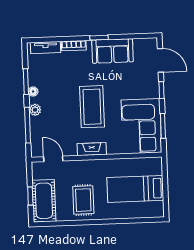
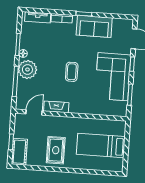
coffee table: (92, 107) -> (72, 72), width x0.54, depth x0.58
plant: (35, 110) -> (27, 69), width x1.87, depth x1.87
corner sofa: (141, 126) -> (113, 77), moved
fireplace: (92, 149) -> (56, 107), moved
door: (53, 159) -> (34, 112), hinge flipped
cot: (44, 201) -> (19, 152), width x0.73, depth x0.75

